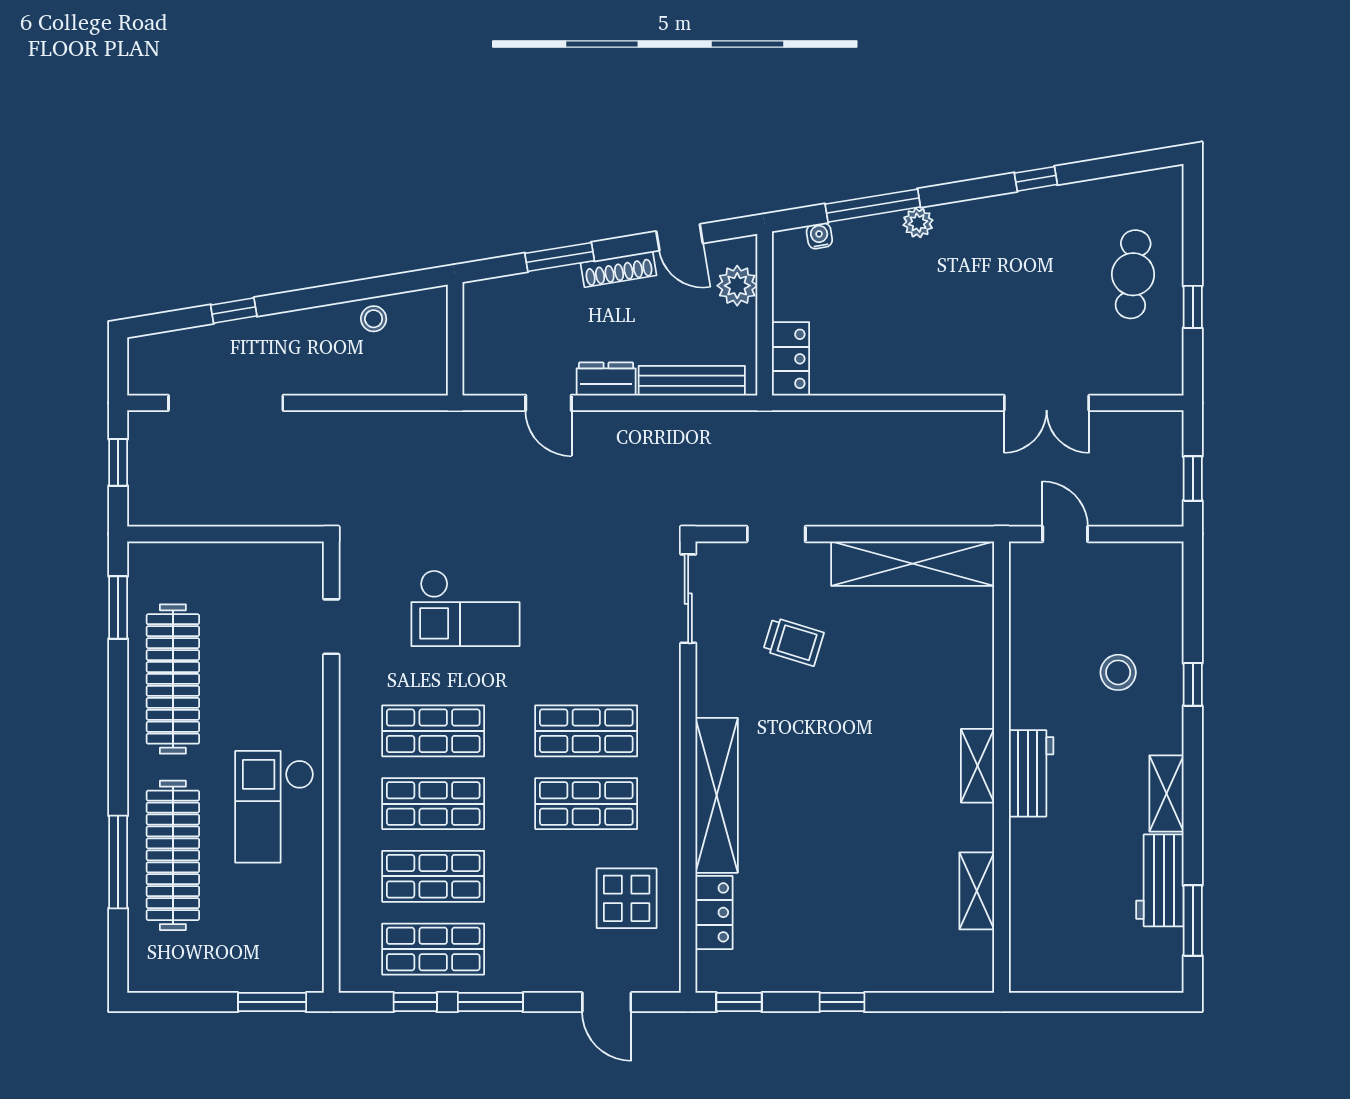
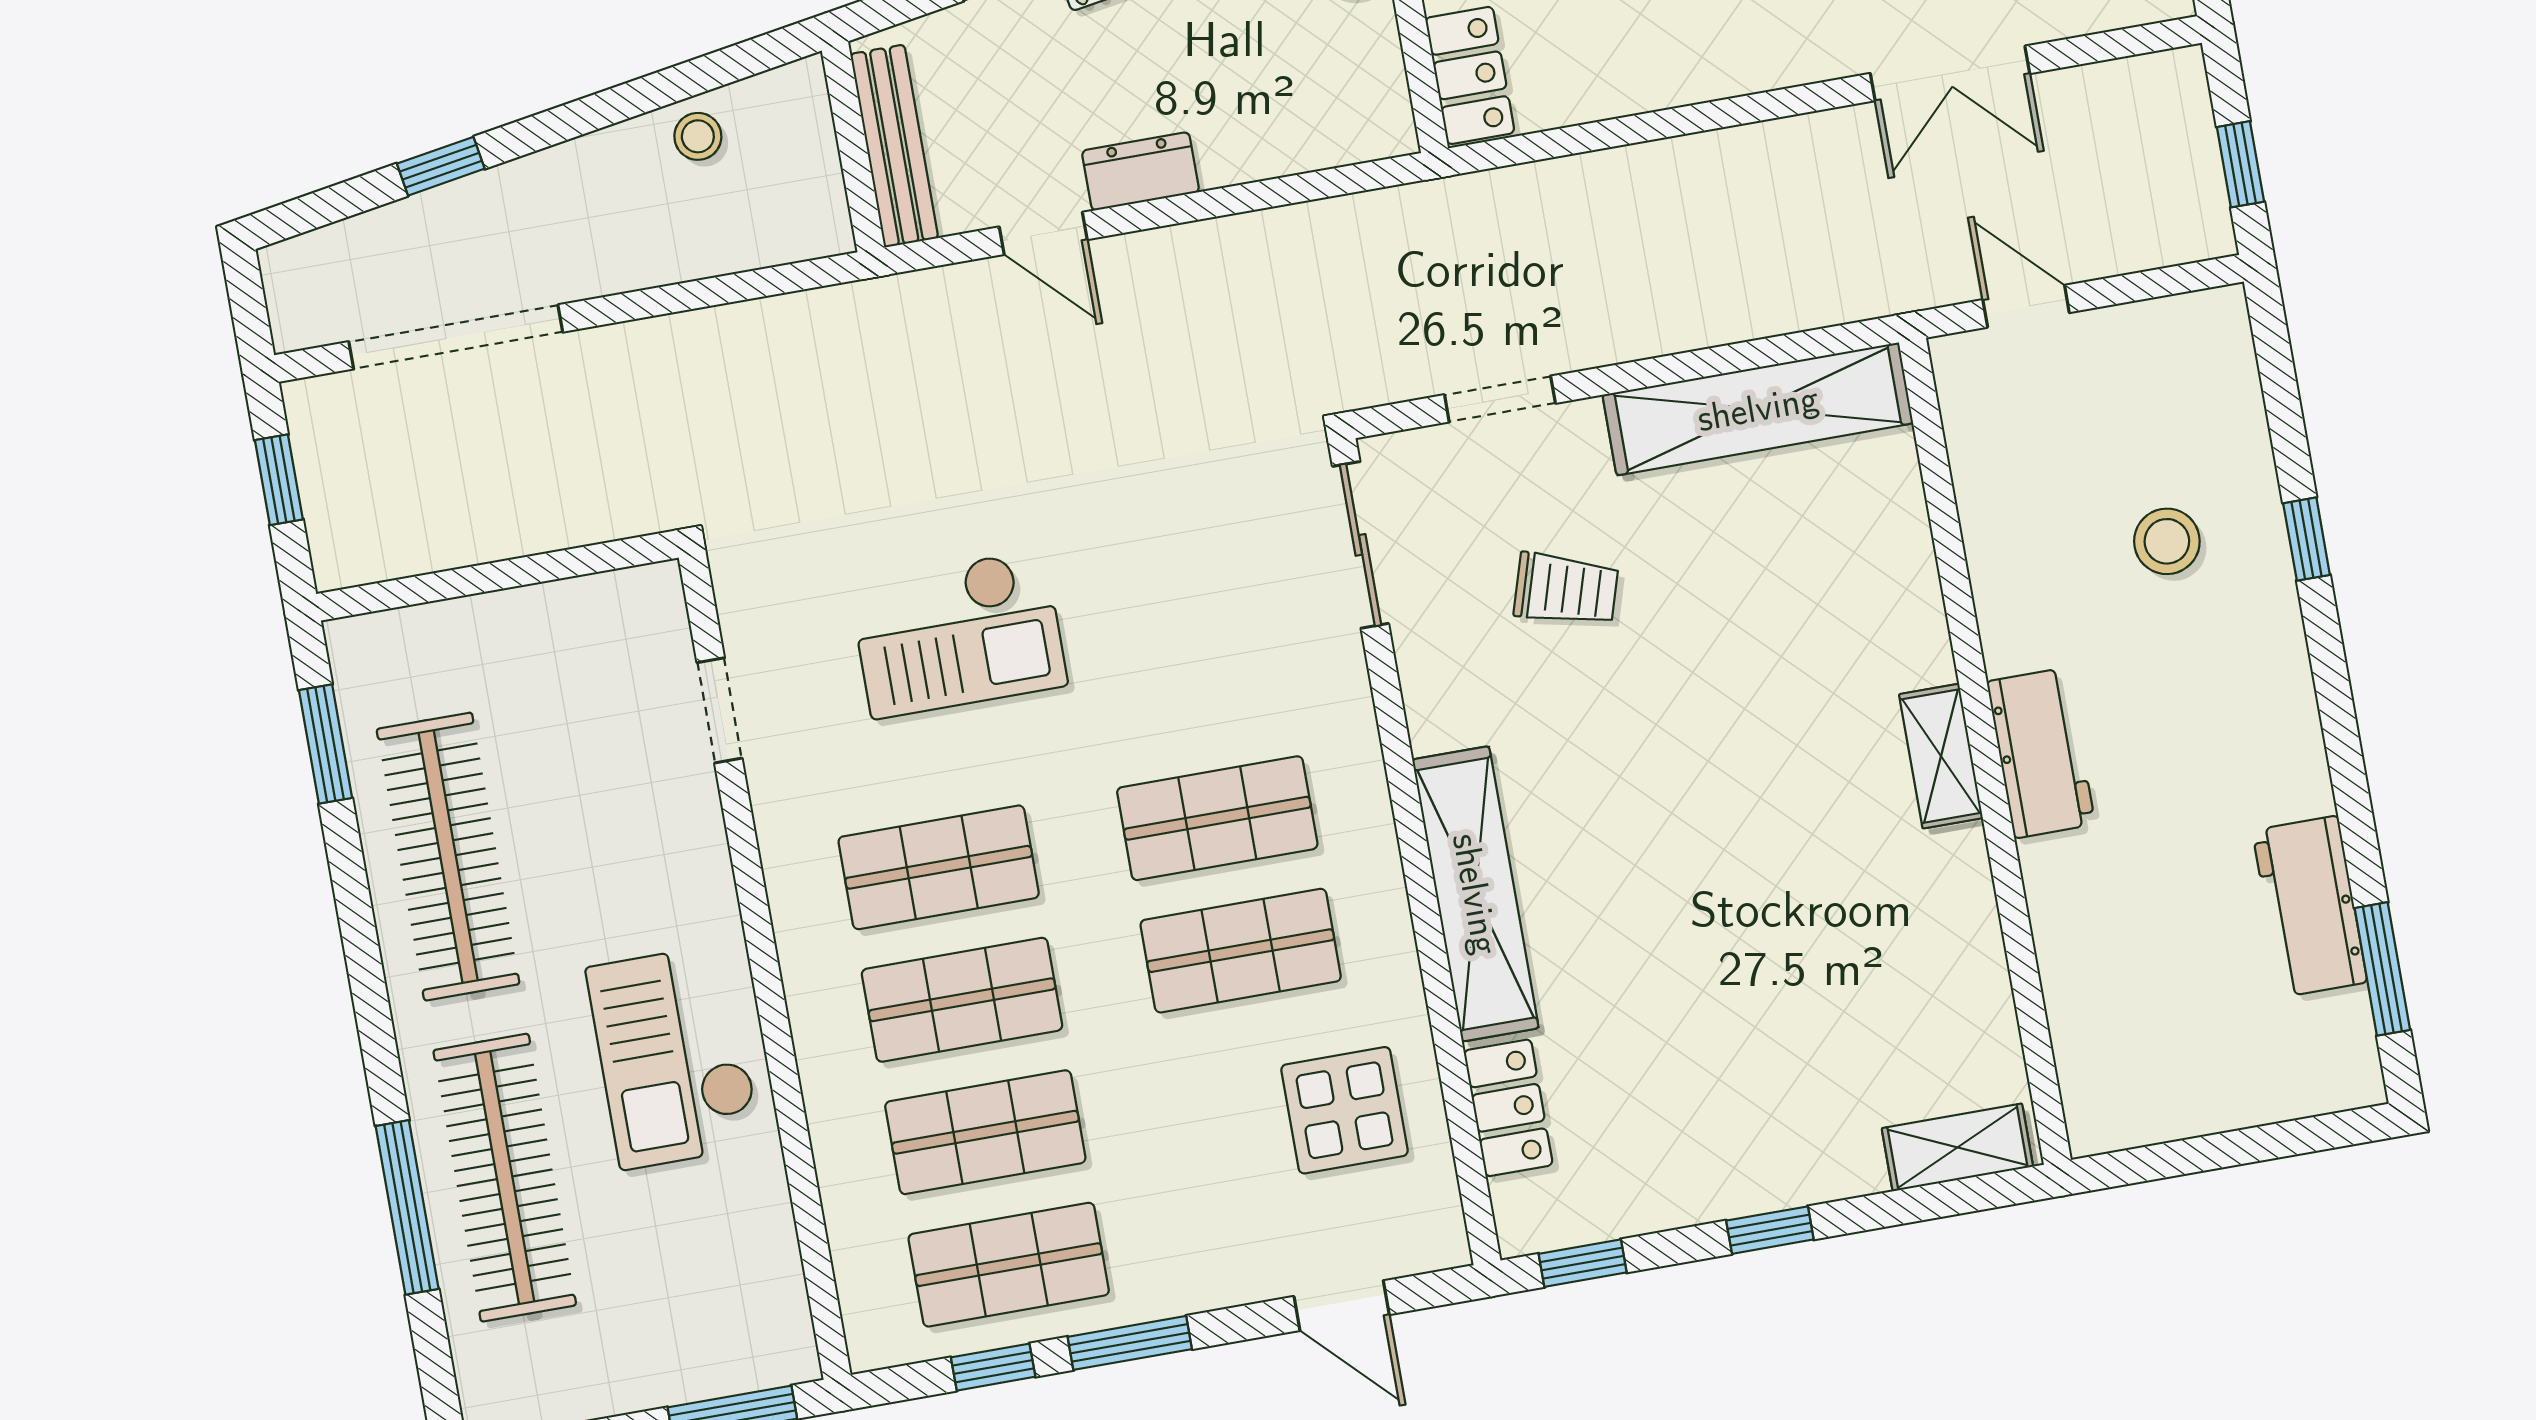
bench: (692, 381) -> (894, 146), moved, turned 90
shelving: (1166, 793) -> (2294, 746), removed
shelving: (977, 891) -> (1957, 1147), moved, turned 90

